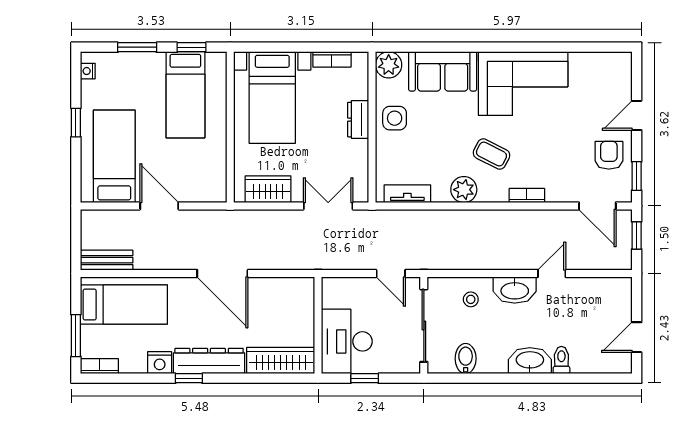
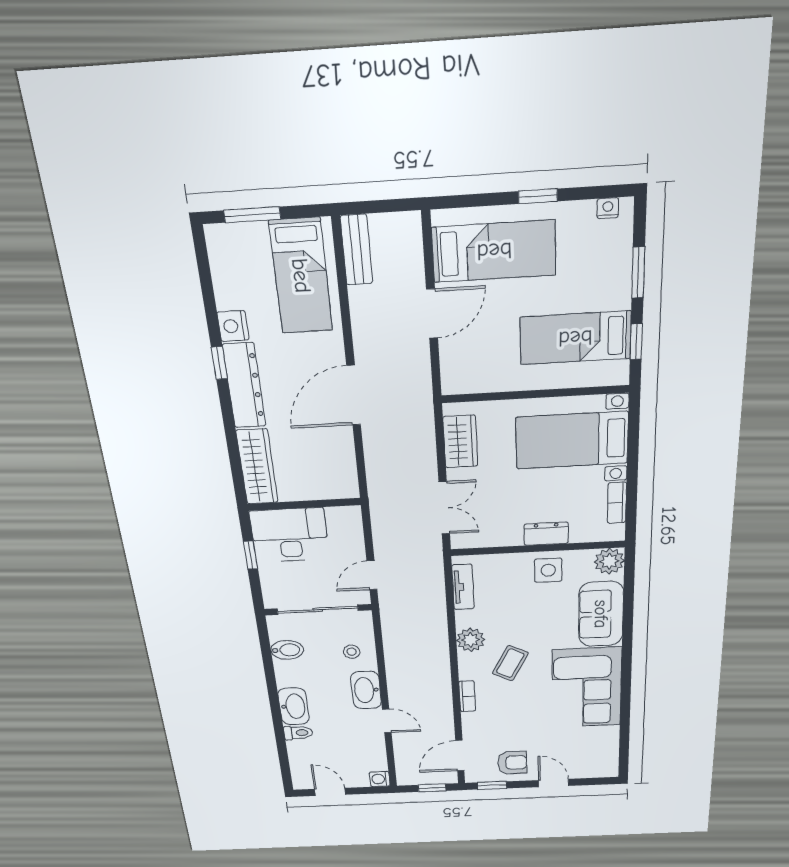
washing machine: (623, 286) -> (380, 779), added
bookcase: (99, 366) -> (217, 249), removed

